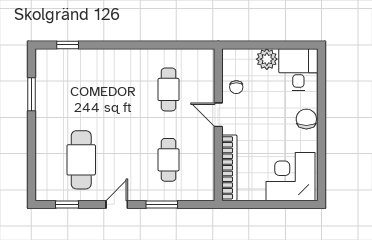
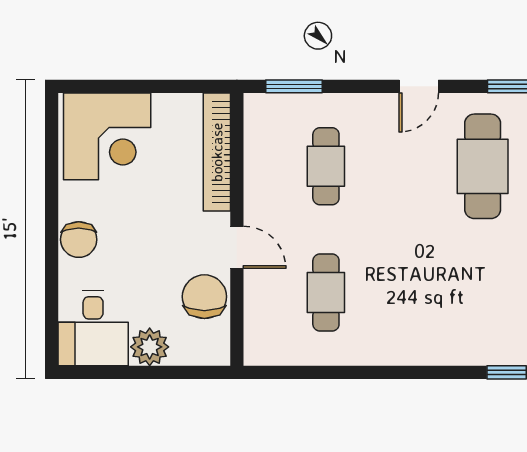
chair: (236, 87) -> (204, 297), width x1.87, depth x1.87
window: (162, 204) -> (294, 86), moved

